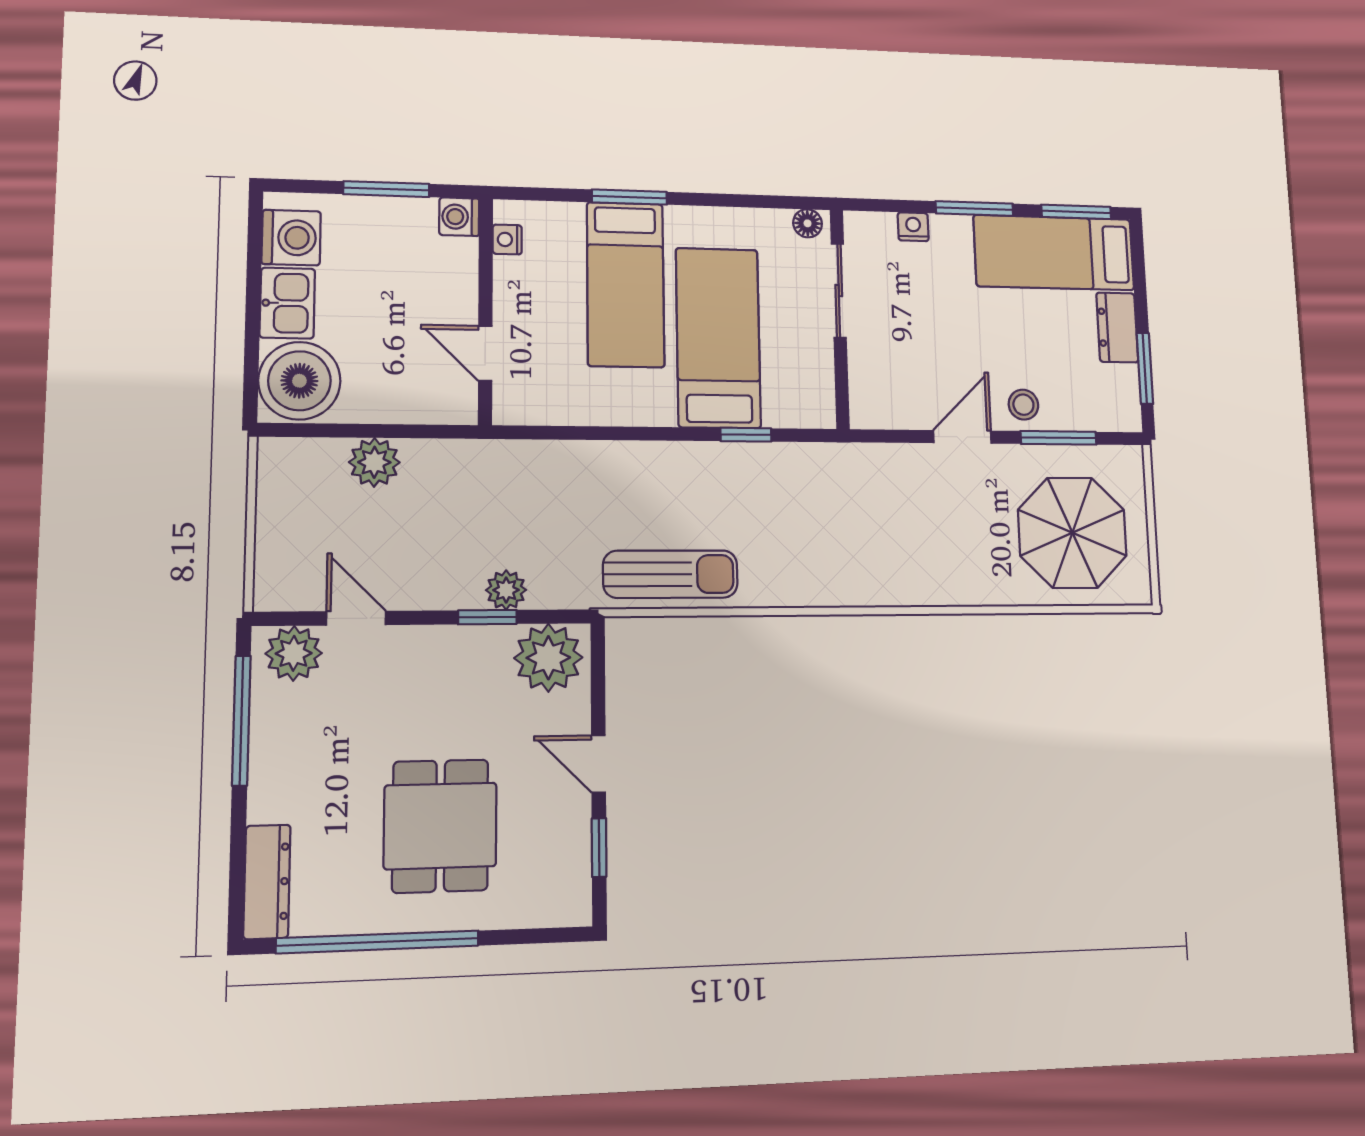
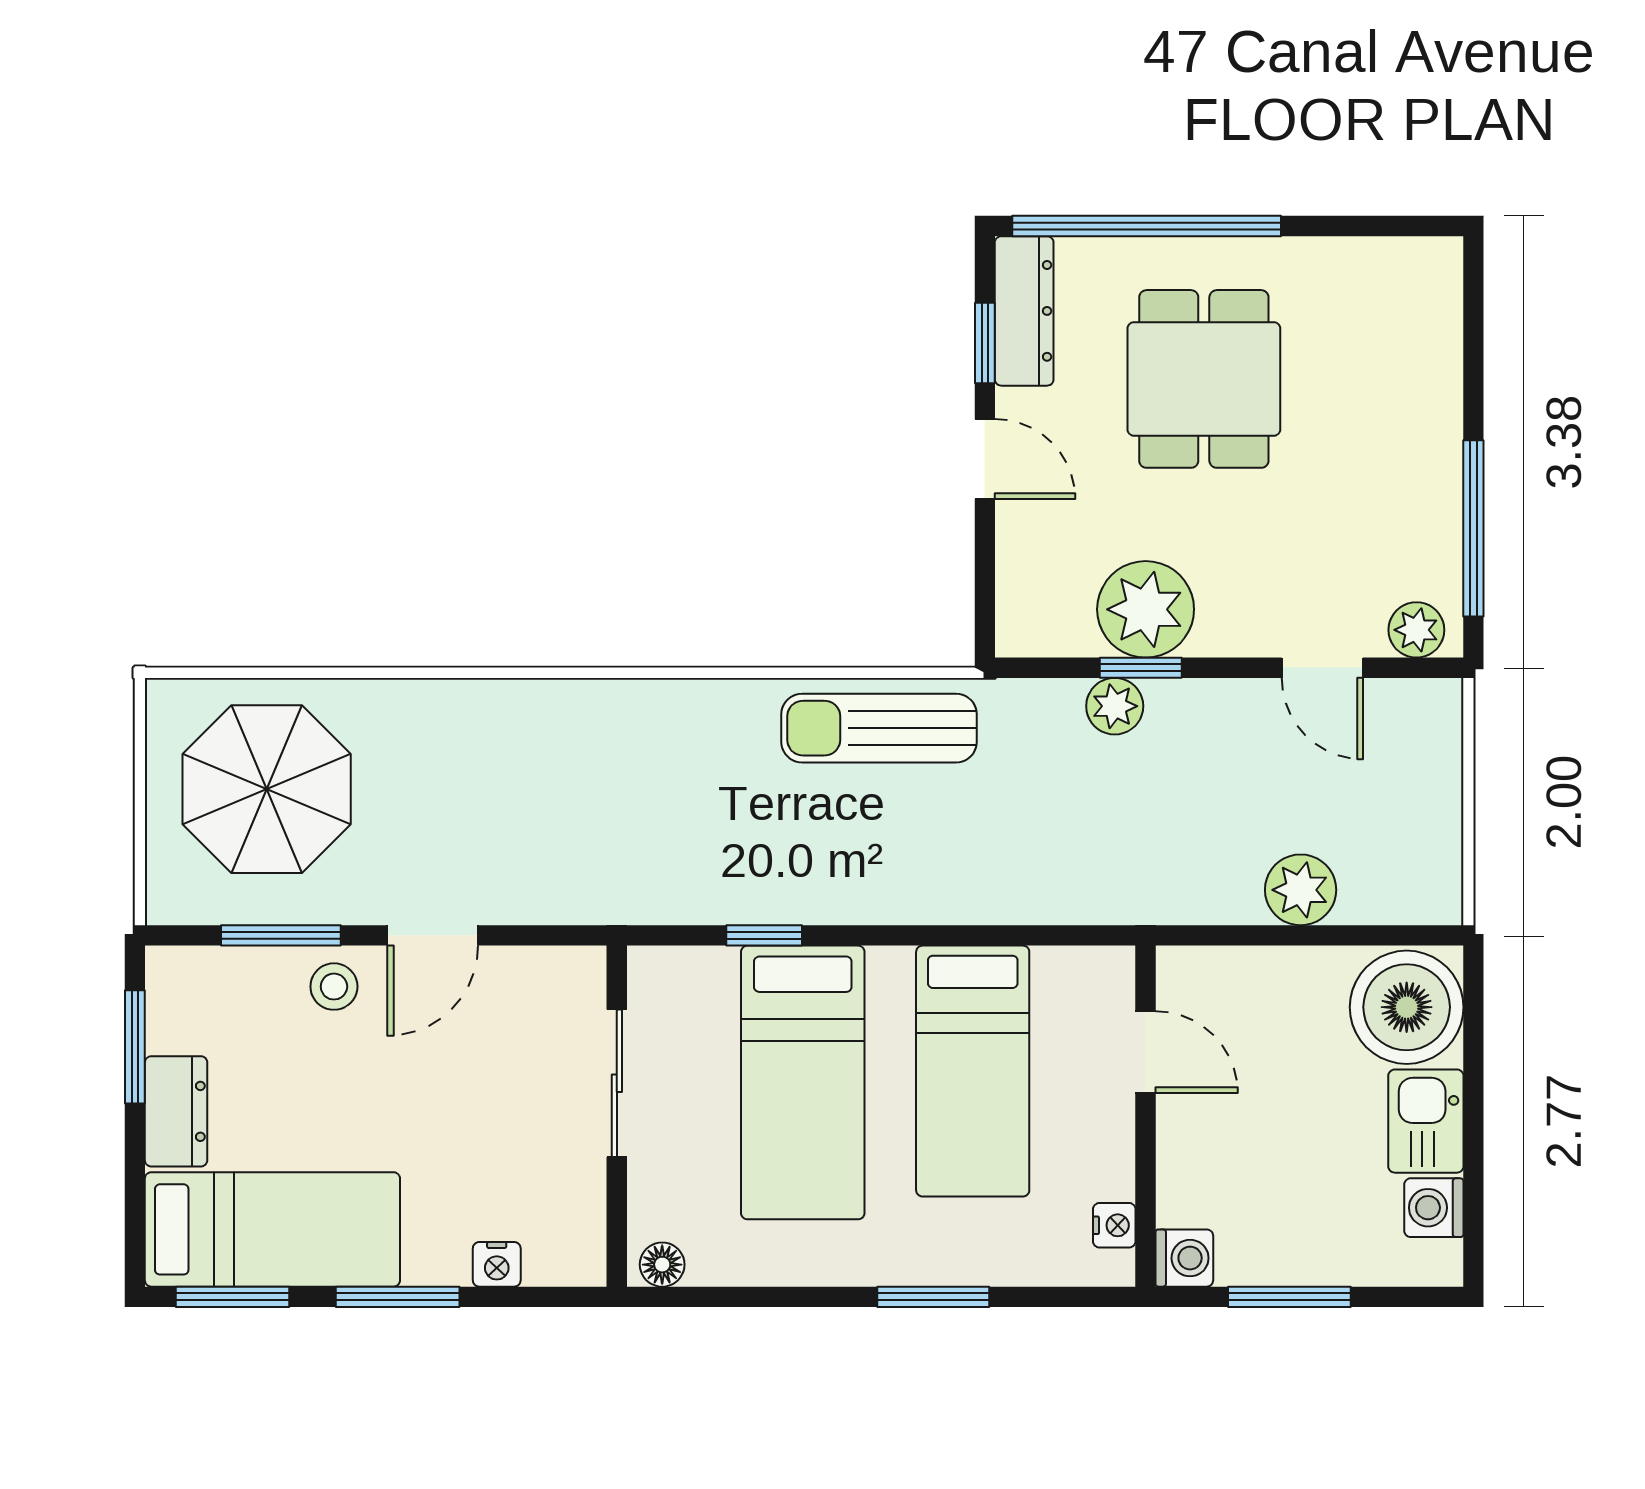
washing machine: (291, 238) -> (1434, 1208), width x0.73, depth x0.73
bed: (626, 284) -> (973, 1071), moved, turned 180
sliding door: (839, 291) -> (617, 1083), moved
plant: (294, 653) -> (1416, 630), width x0.73, depth x0.73
plant: (548, 658) -> (1146, 609), moved
dresser: (267, 882) -> (1024, 311), moved, turned 180
window: (378, 942) -> (1147, 226), moved

